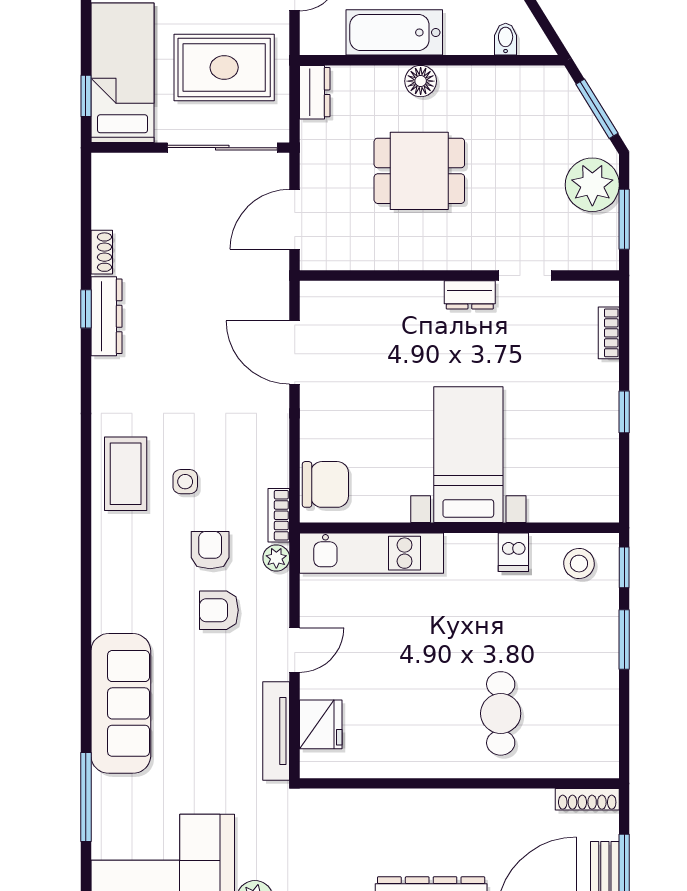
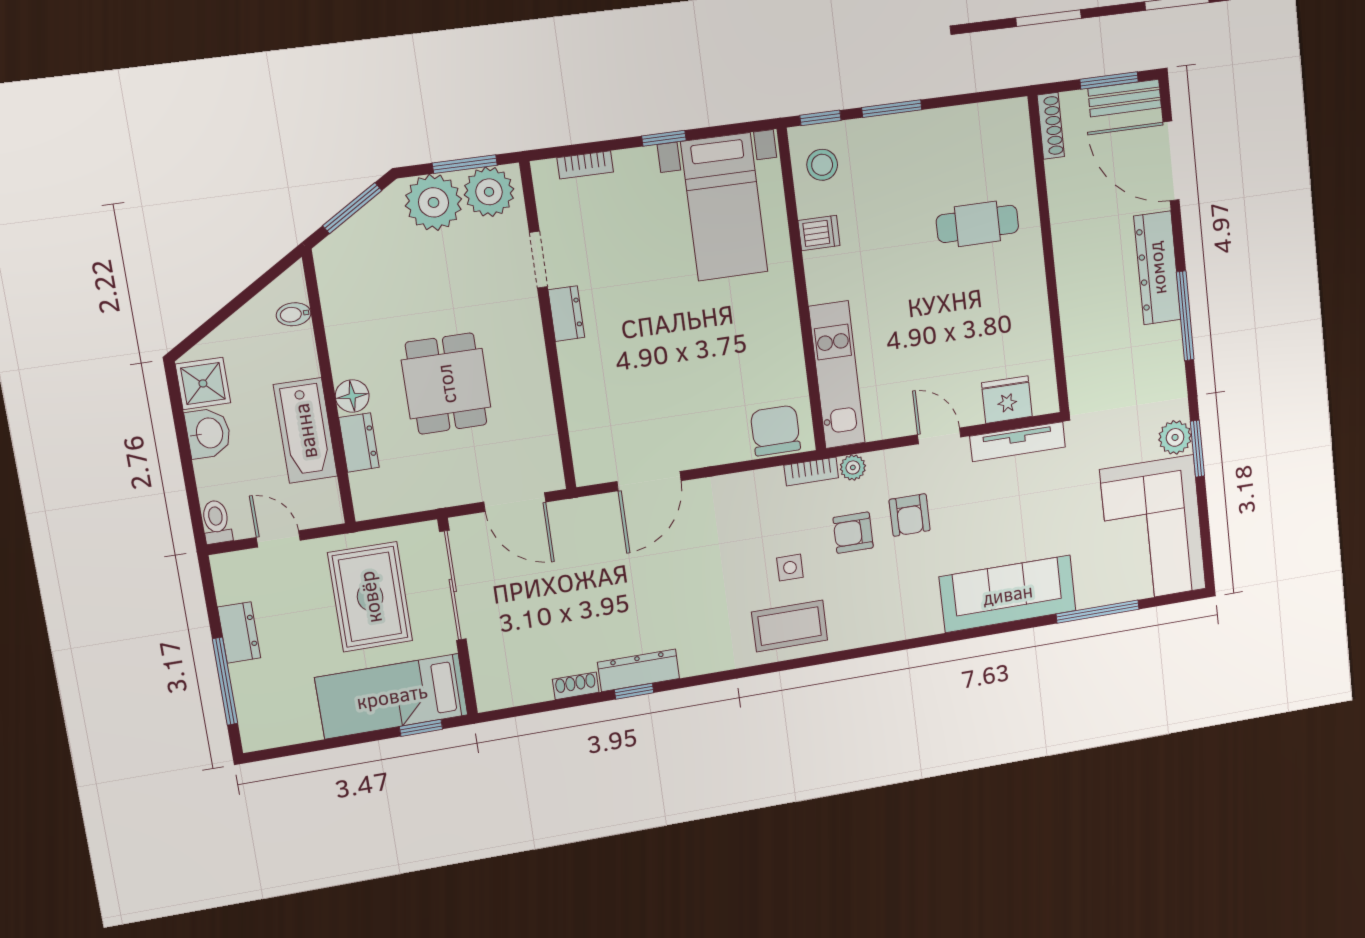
dresser: (315, 92) -> (359, 442), moved, turned 90
plant: (595, 238) -> (489, 192), added
bed with nightstands: (468, 455) -> (724, 207), moved, turned -90

